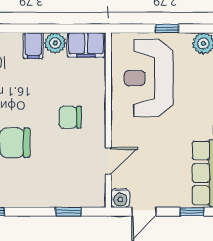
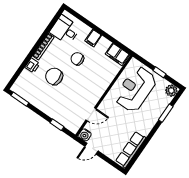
plant: (55, 43) -> (104, 44), removed
chair: (70, 117) -> (77, 59), moved
window: (192, 212) -> (113, 164), removed

